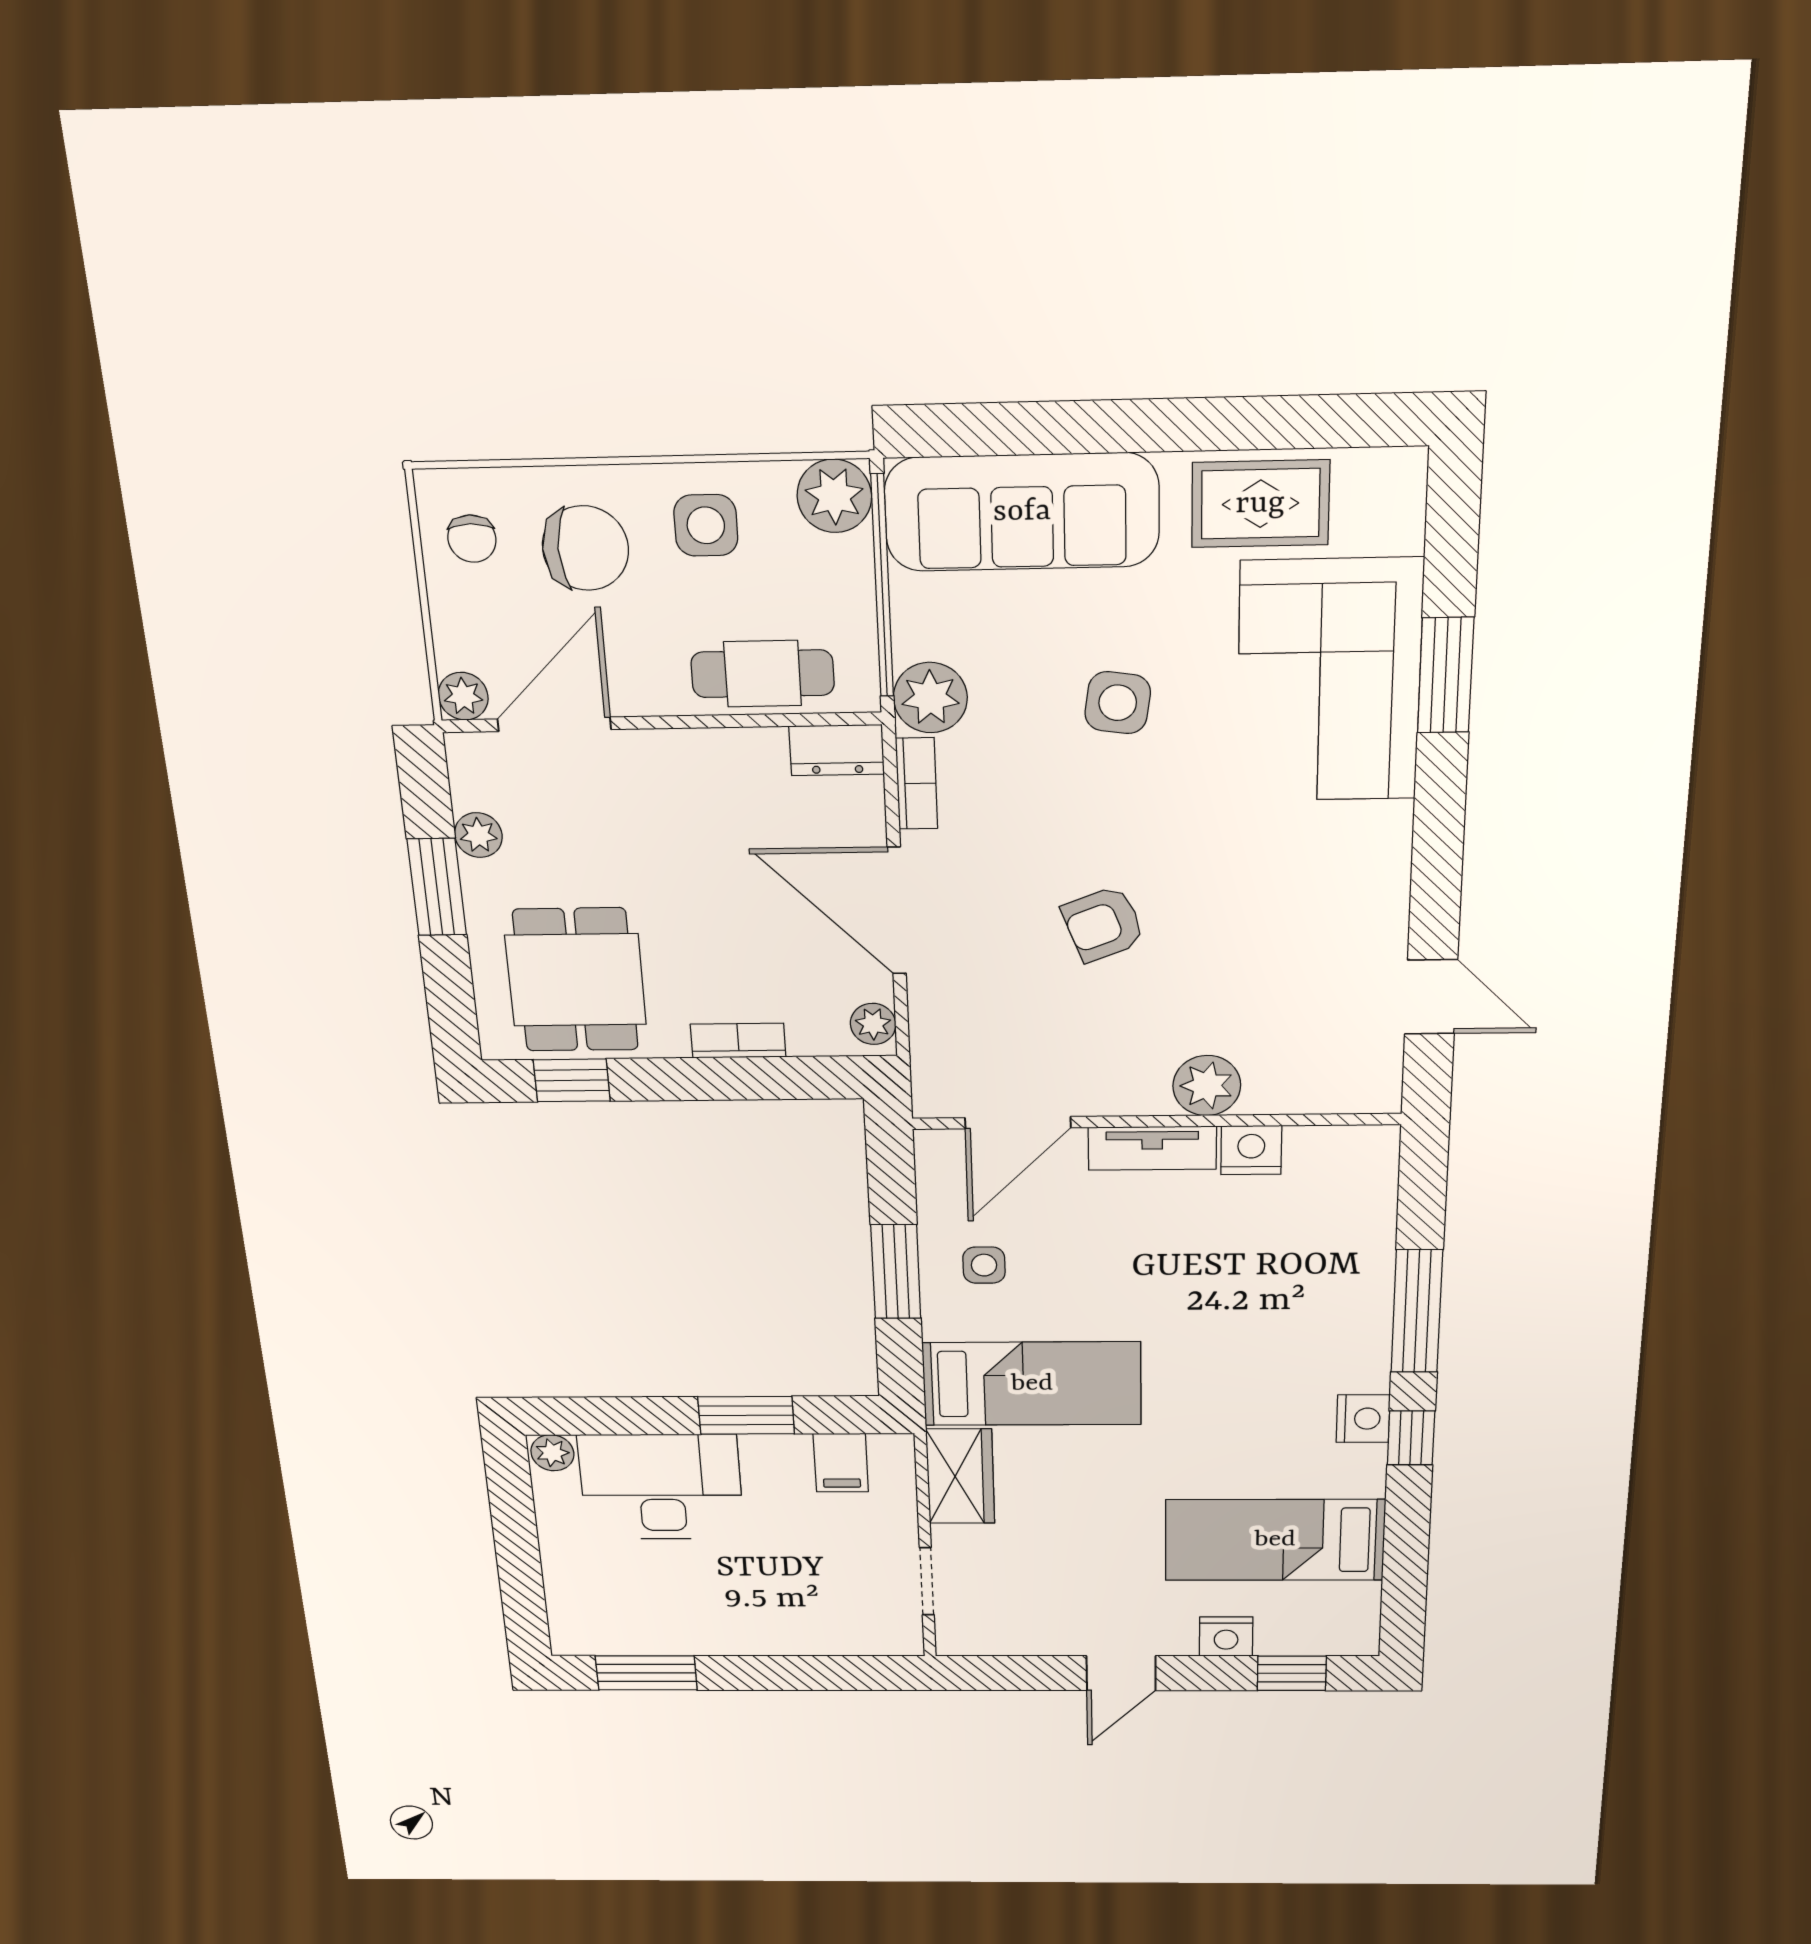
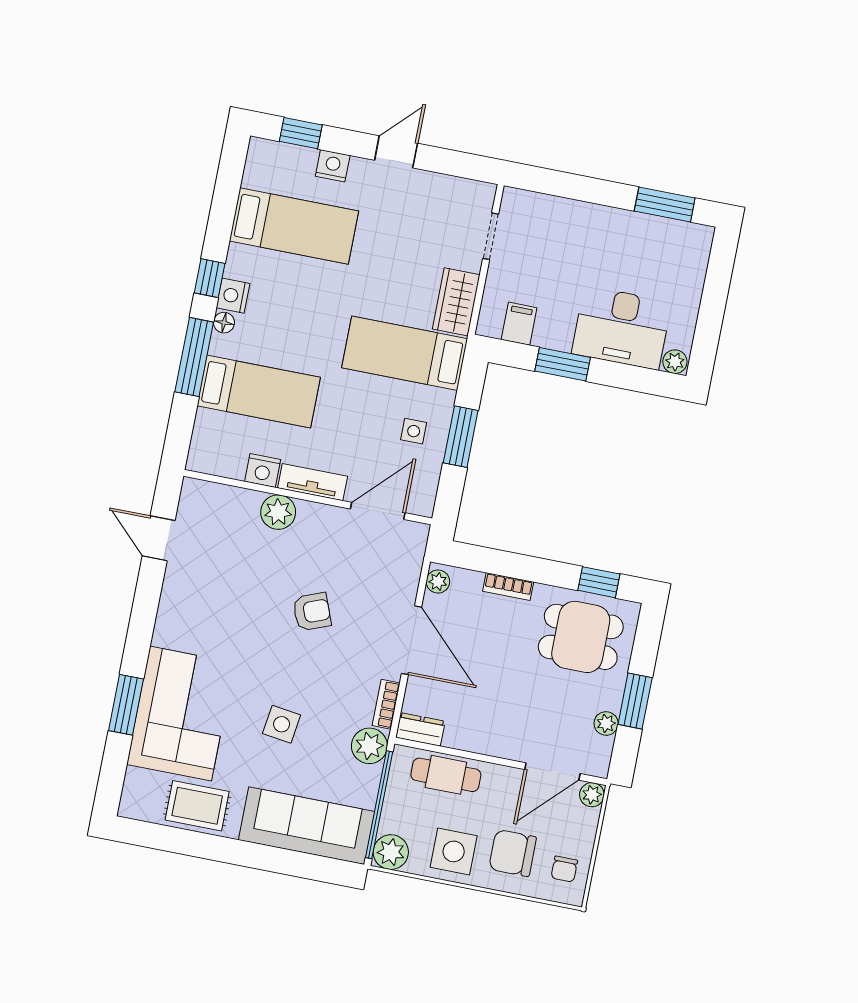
side table: (706, 525) -> (454, 851), width x1.37, depth x1.37
chair: (472, 539) -> (564, 869), turned 180
dining table: (576, 980) -> (581, 637), turned 90
bed: (1285, 1277) -> (259, 392), added
floor lamp: (1372, 1375) -> (224, 323), added

